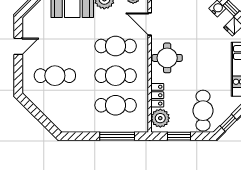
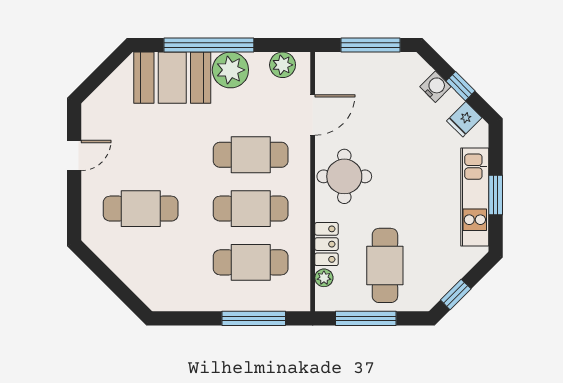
door: (150, 24) -> (313, 115), swing flipped
cafe table: (203, 111) -> (385, 265), moved
plant: (160, 118) -> (324, 278), width x0.53, depth x0.53
window: (179, 136) -> (366, 318), width x1.44

